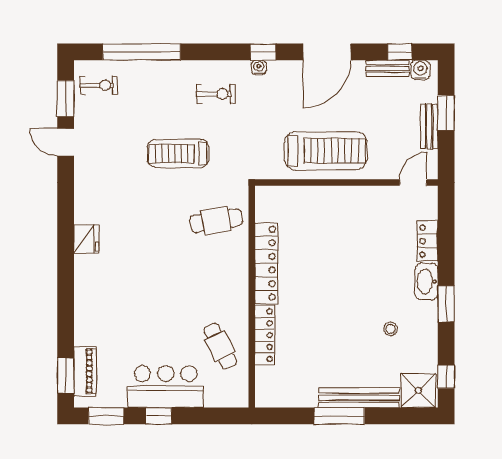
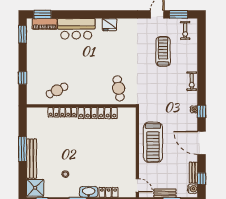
window: (142, 52) -> (202, 52), removed
exercise bike: (216, 94) -> (192, 81), moved
treadmill: (178, 154) -> (163, 51), moved
bar counter: (166, 387) -> (76, 29), moved, turned 90
window: (159, 416) -> (23, 78), moved

